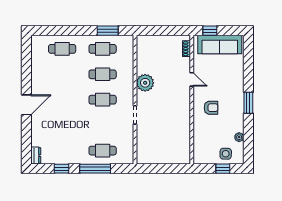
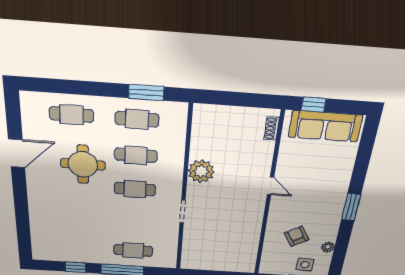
door: (192, 79) -> (271, 186), moved
round table: (68, 84) -> (83, 164), added
door: (26, 105) -> (17, 153), moved
armchair: (211, 108) -> (297, 236), moved, turned -121
dresser: (36, 156) -> (38, 250), removed

